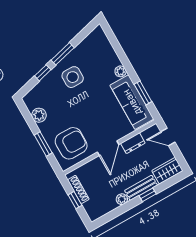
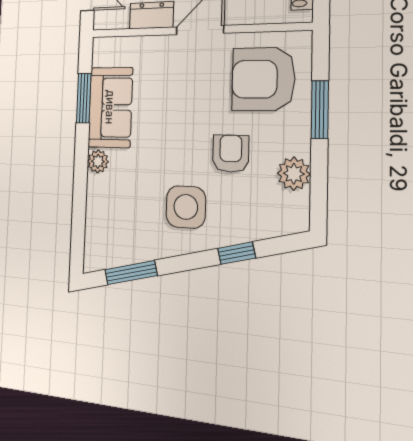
window: (63, 54) -> (131, 273), moved
sofa: (132, 102) -> (110, 107), width x0.73
armchair: (67, 108) -> (231, 154), added

